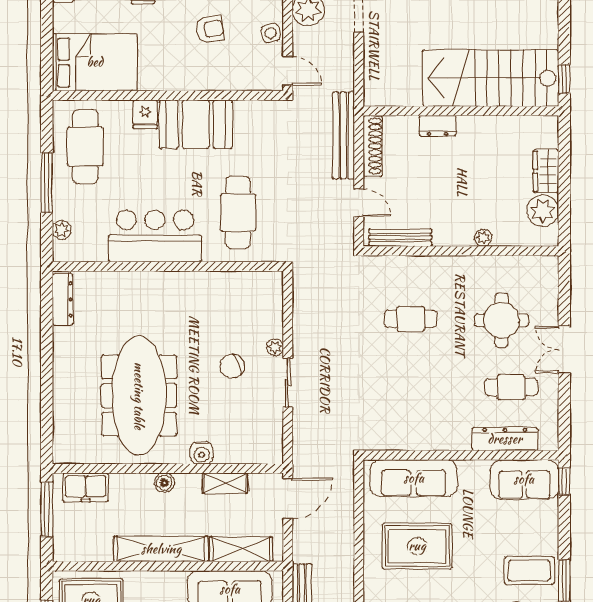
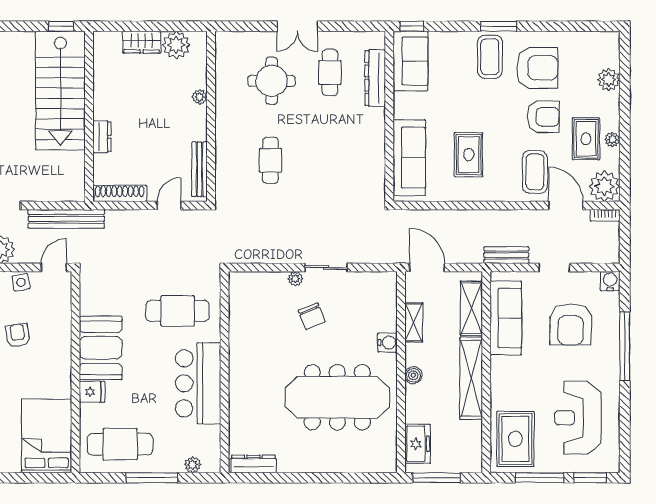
bench: (343, 135) -> (66, 219), moved
rug: (417, 546) -> (469, 155), width x0.73, depth x0.70

